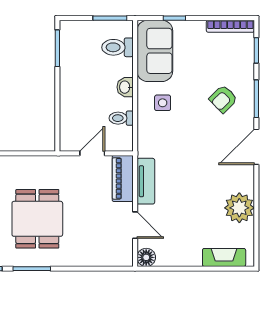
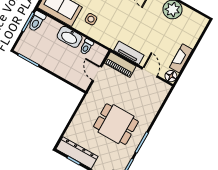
toilet: (117, 47) -> (37, 21), moved
washbasin: (125, 87) -> (70, 37), width x1.91, depth x1.45
door: (135, 225) -> (150, 72), hinge flipped
fireplace: (224, 257) -> (181, 58), moved

